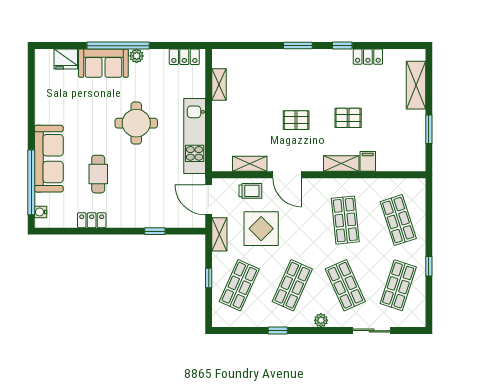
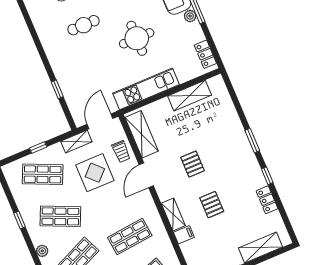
shelving: (219, 84) -> (190, 96), width x1.50, depth x1.33
shelving: (250, 164) -> (142, 134), width x1.50, depth x1.33
locker: (92, 220) -> (45, 35), removed

